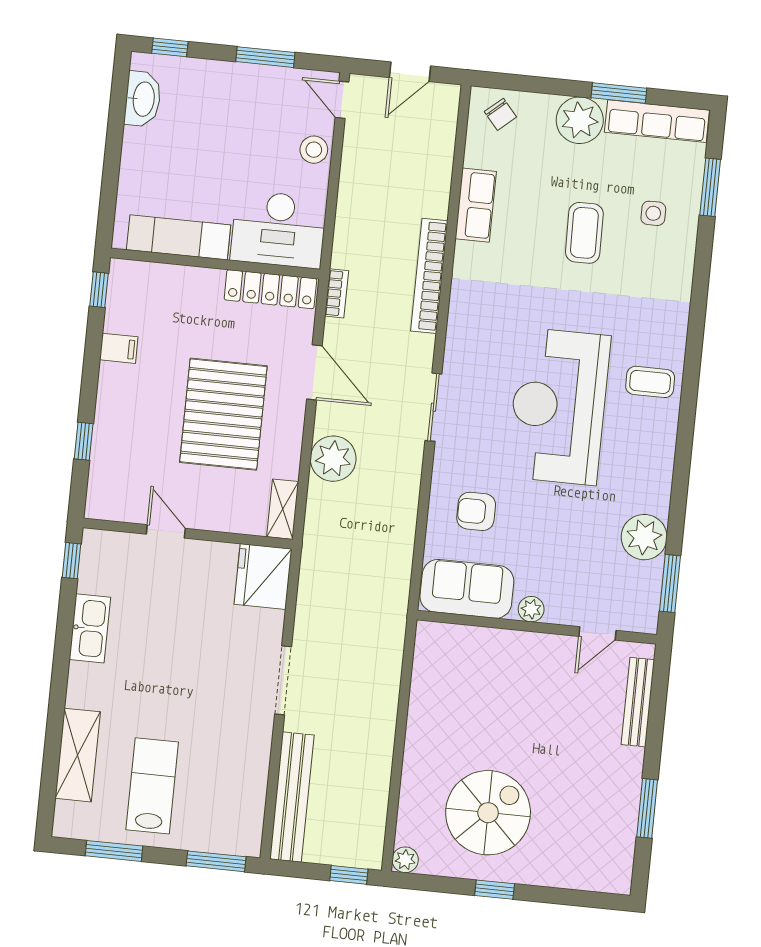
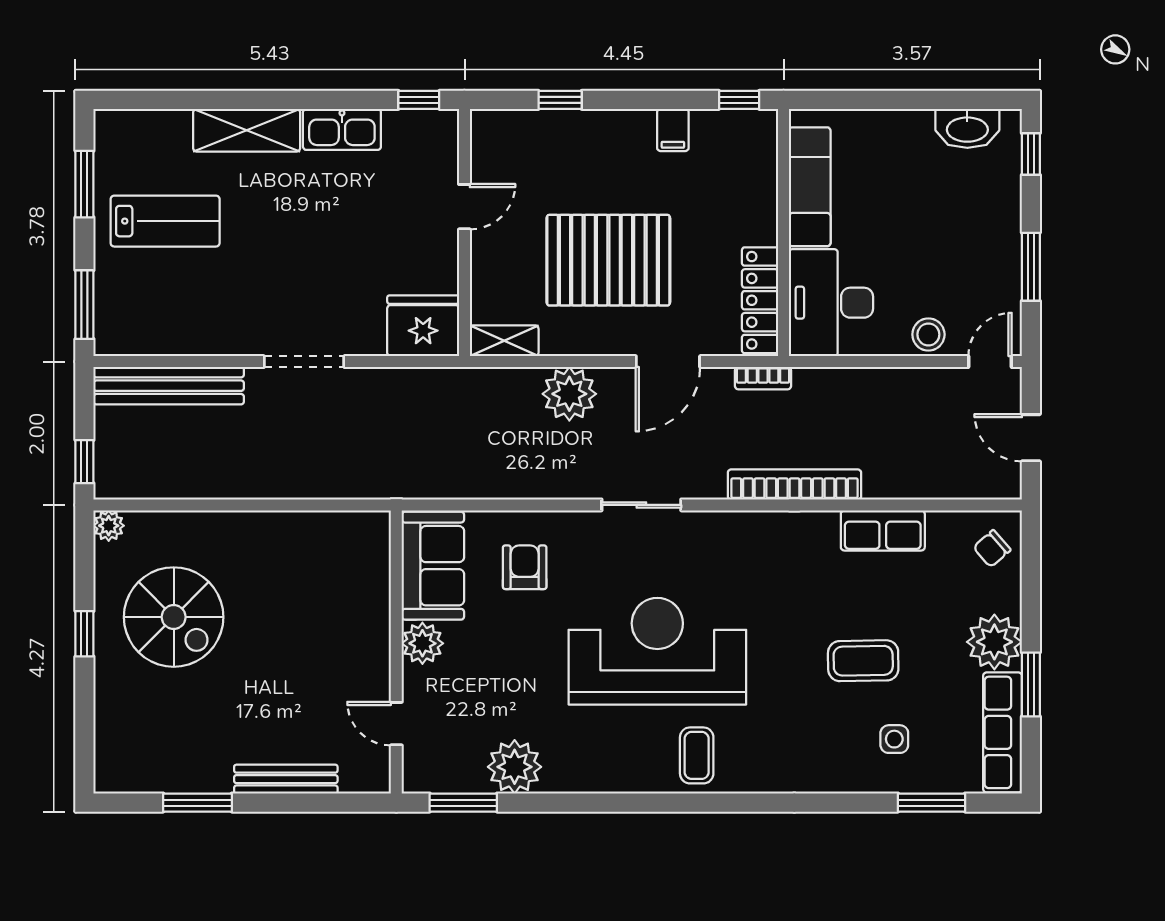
plant: (531, 609) -> (422, 643), width x1.38, depth x1.38
bench: (638, 702) -> (286, 779), moved
shelving: (78, 755) -> (247, 130), moved

